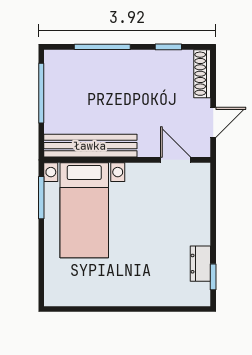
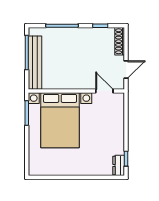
bench: (90, 146) -> (35, 63), moved, turned 90
bed with nightstands: (84, 210) -> (60, 120), width x1.36
dresser: (200, 264) -> (119, 165), moved

